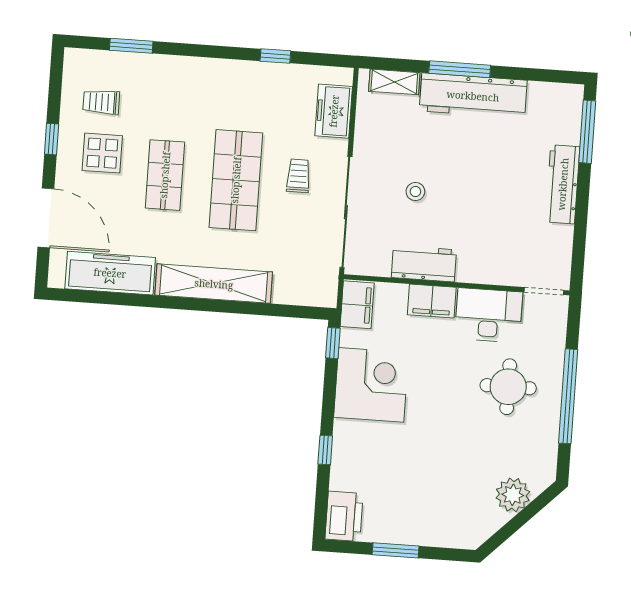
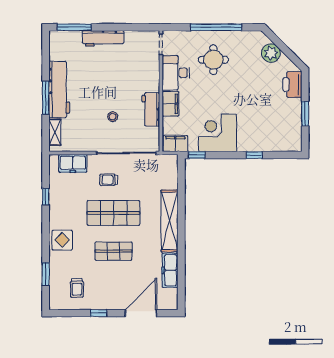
display table: (102, 153) -> (62, 240), moved
freezer: (110, 273) -> (170, 270), width x0.73, depth x0.79
printer: (344, 516) -> (292, 85), moved, turned -90

